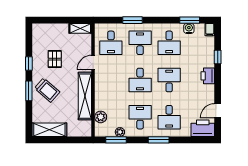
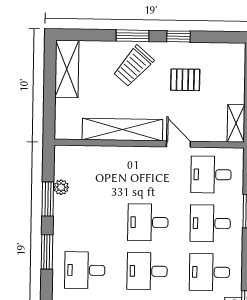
desk: (140, 43) -> (210, 223), turned 180
desk: (169, 80) -> (147, 271), turned 180
plant: (101, 117) -> (87, 155), removed
desk: (140, 117) -> (86, 221), removed
window: (116, 140) -> (48, 199), moved

